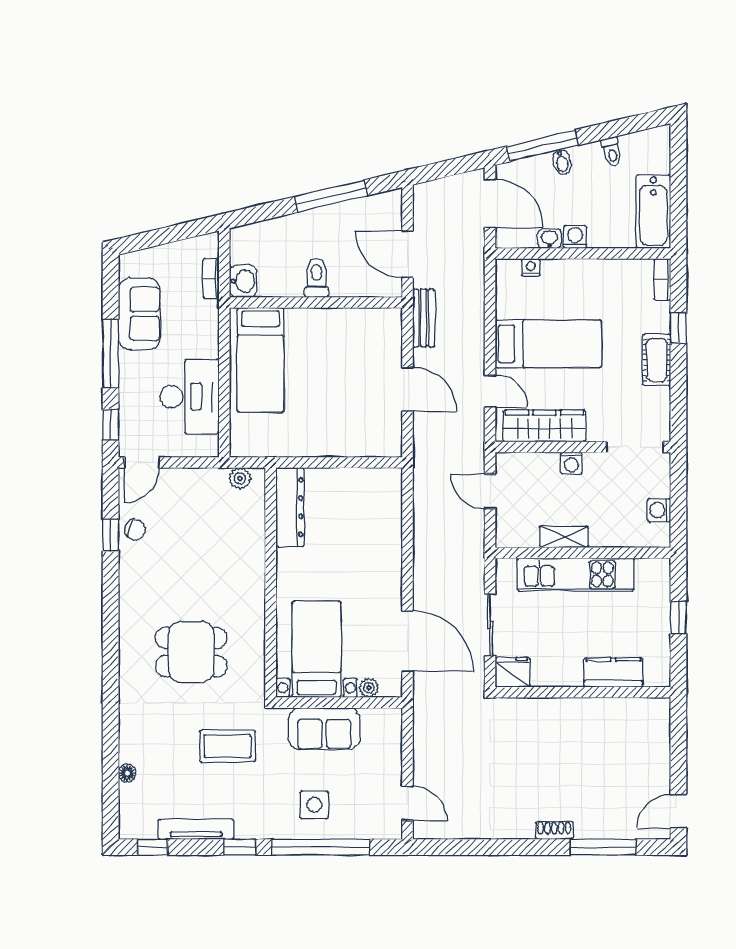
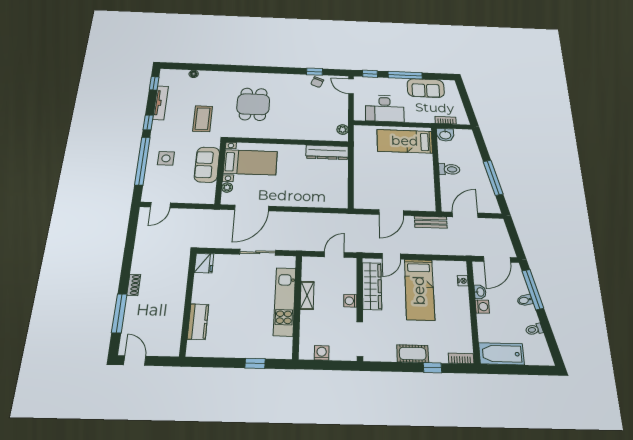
fridge: (513, 672) -> (204, 263), moved
kitchen counter: (613, 672) -> (198, 322), moved
wall: (583, 692) -> (188, 303), moved

